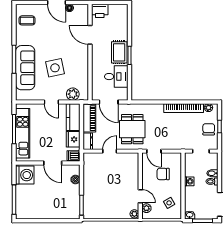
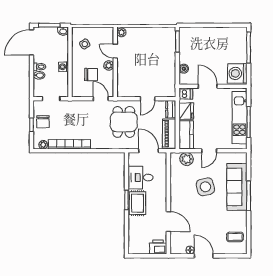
door: (51, 102) -> (209, 151), swing flipped
plant: (146, 208) -> (109, 65), moved

